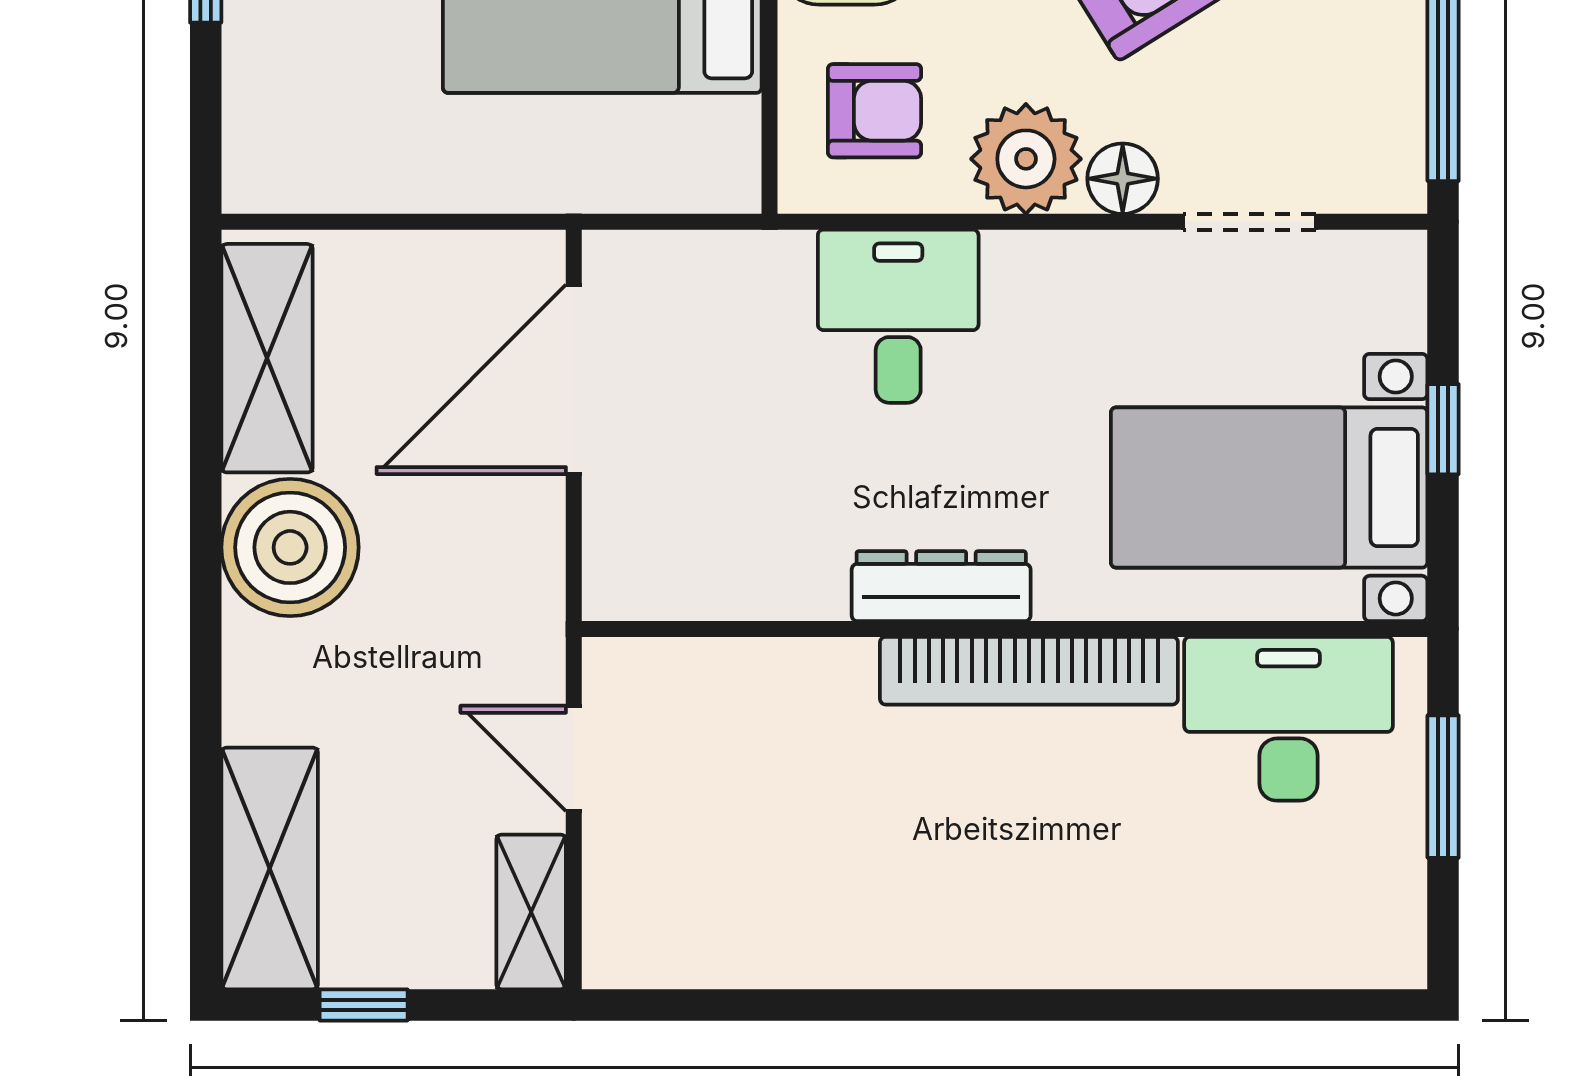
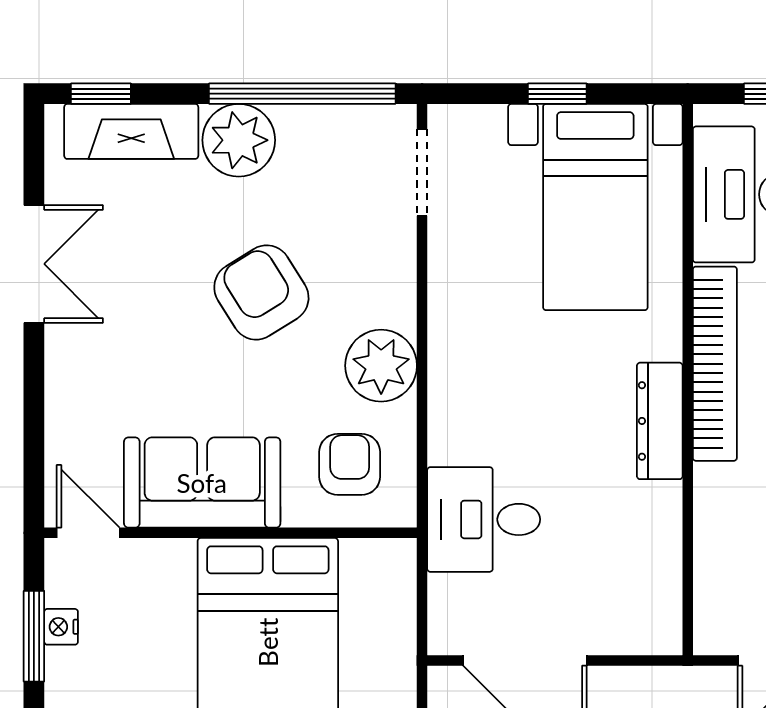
floor lamp: (1123, 179) -> (394, 303), removed
doorway: (1250, 222) -> (422, 172), moved
desk: (898, 316) -> (484, 519), moved

